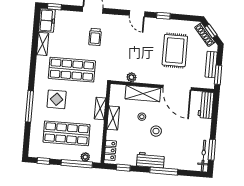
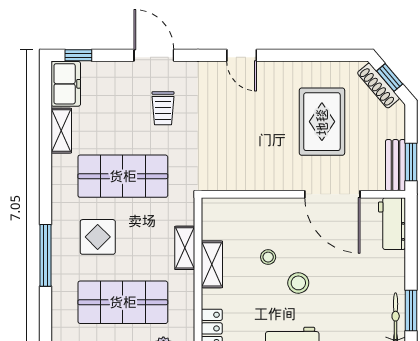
window: (163, 16) -> (294, 55), removed
bench: (211, 65) -> (396, 165), moved
plant: (131, 77) -> (241, 181), removed
shelving: (143, 93) -> (266, 211), removed

